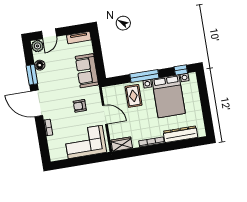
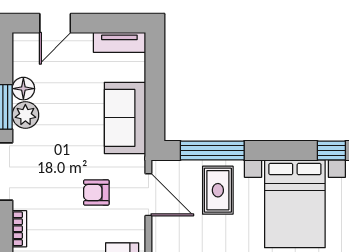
plant: (37, 46) -> (25, 115), moved
window: (144, 76) -> (212, 151), moved
door: (105, 115) -> (148, 195), moved

